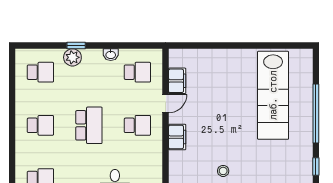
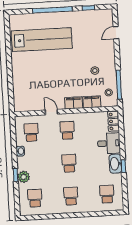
filing cabinet: (177, 81) -> (92, 102), moved
school desk: (89, 125) -> (69, 163), width x0.54

